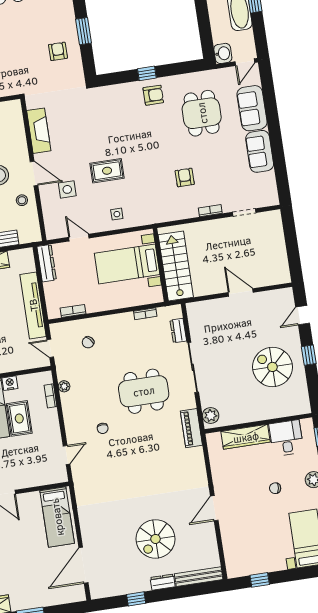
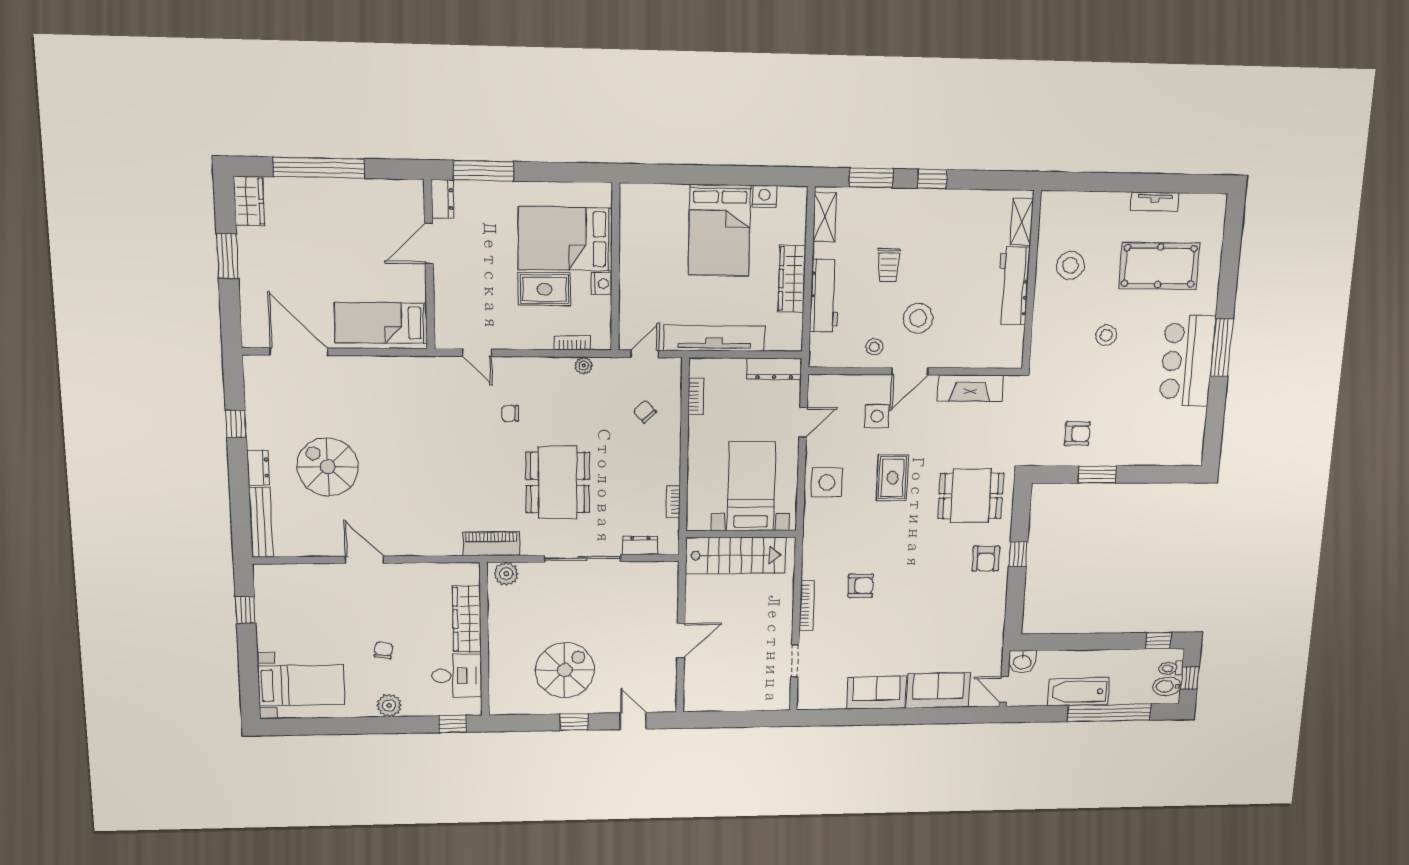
dining table: (202, 113) -> (971, 496), moved
bookcase: (210, 211) -> (807, 606), width x1.56
side table: (117, 214) -> (827, 482), width x1.87, depth x1.87

